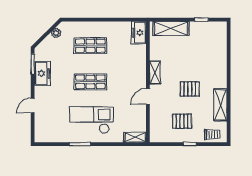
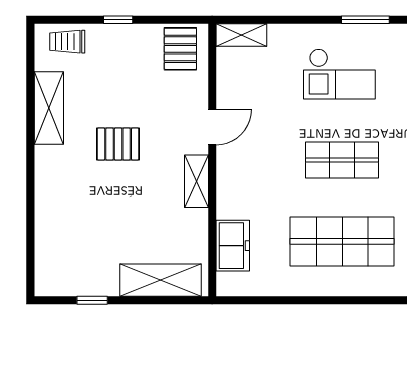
freezer: (139, 33) -> (233, 246), moved
shop shelf: (90, 46) -> (342, 241), width x1.43, depth x1.36
checkout: (92, 120) -> (339, 74), width x0.73, depth x0.83
pallet: (182, 121) -> (180, 49), moved, turned 90

